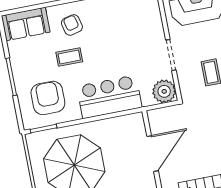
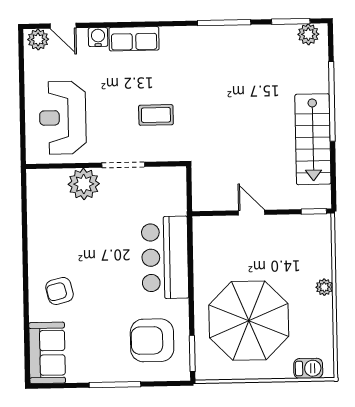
coffee table: (69, 57) -> (102, 302), removed
plant: (164, 91) -> (84, 184), moved
door: (153, 154) -> (252, 213), width x0.53

